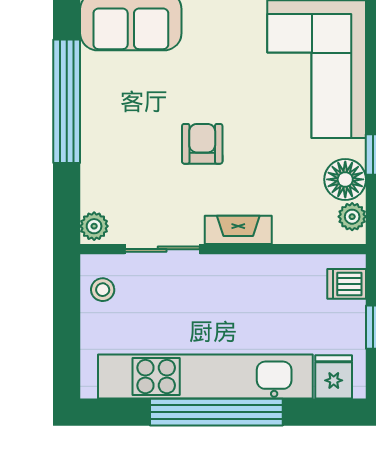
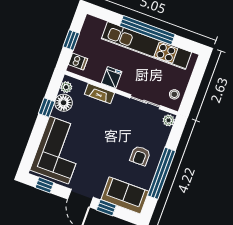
armchair: (202, 144) -> (140, 156), moved
fireplace: (238, 230) -> (99, 93), moved
fridge: (334, 377) -> (112, 78), moved, turned 180

